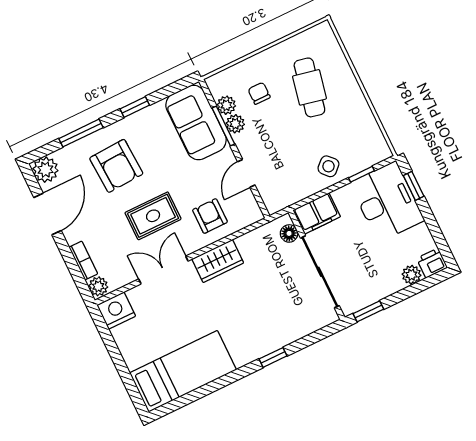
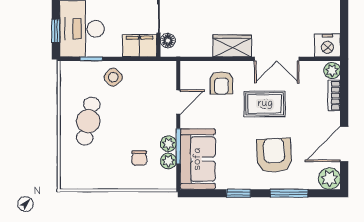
cafe table: (309, 87) -> (88, 121), moved

